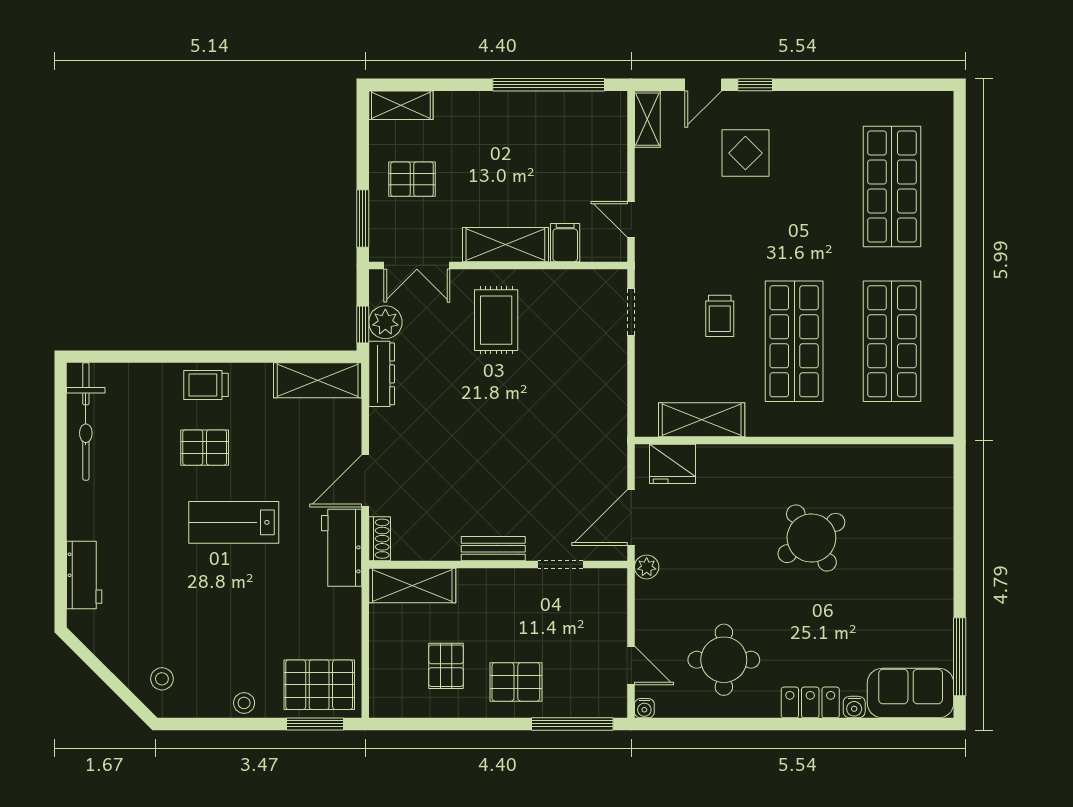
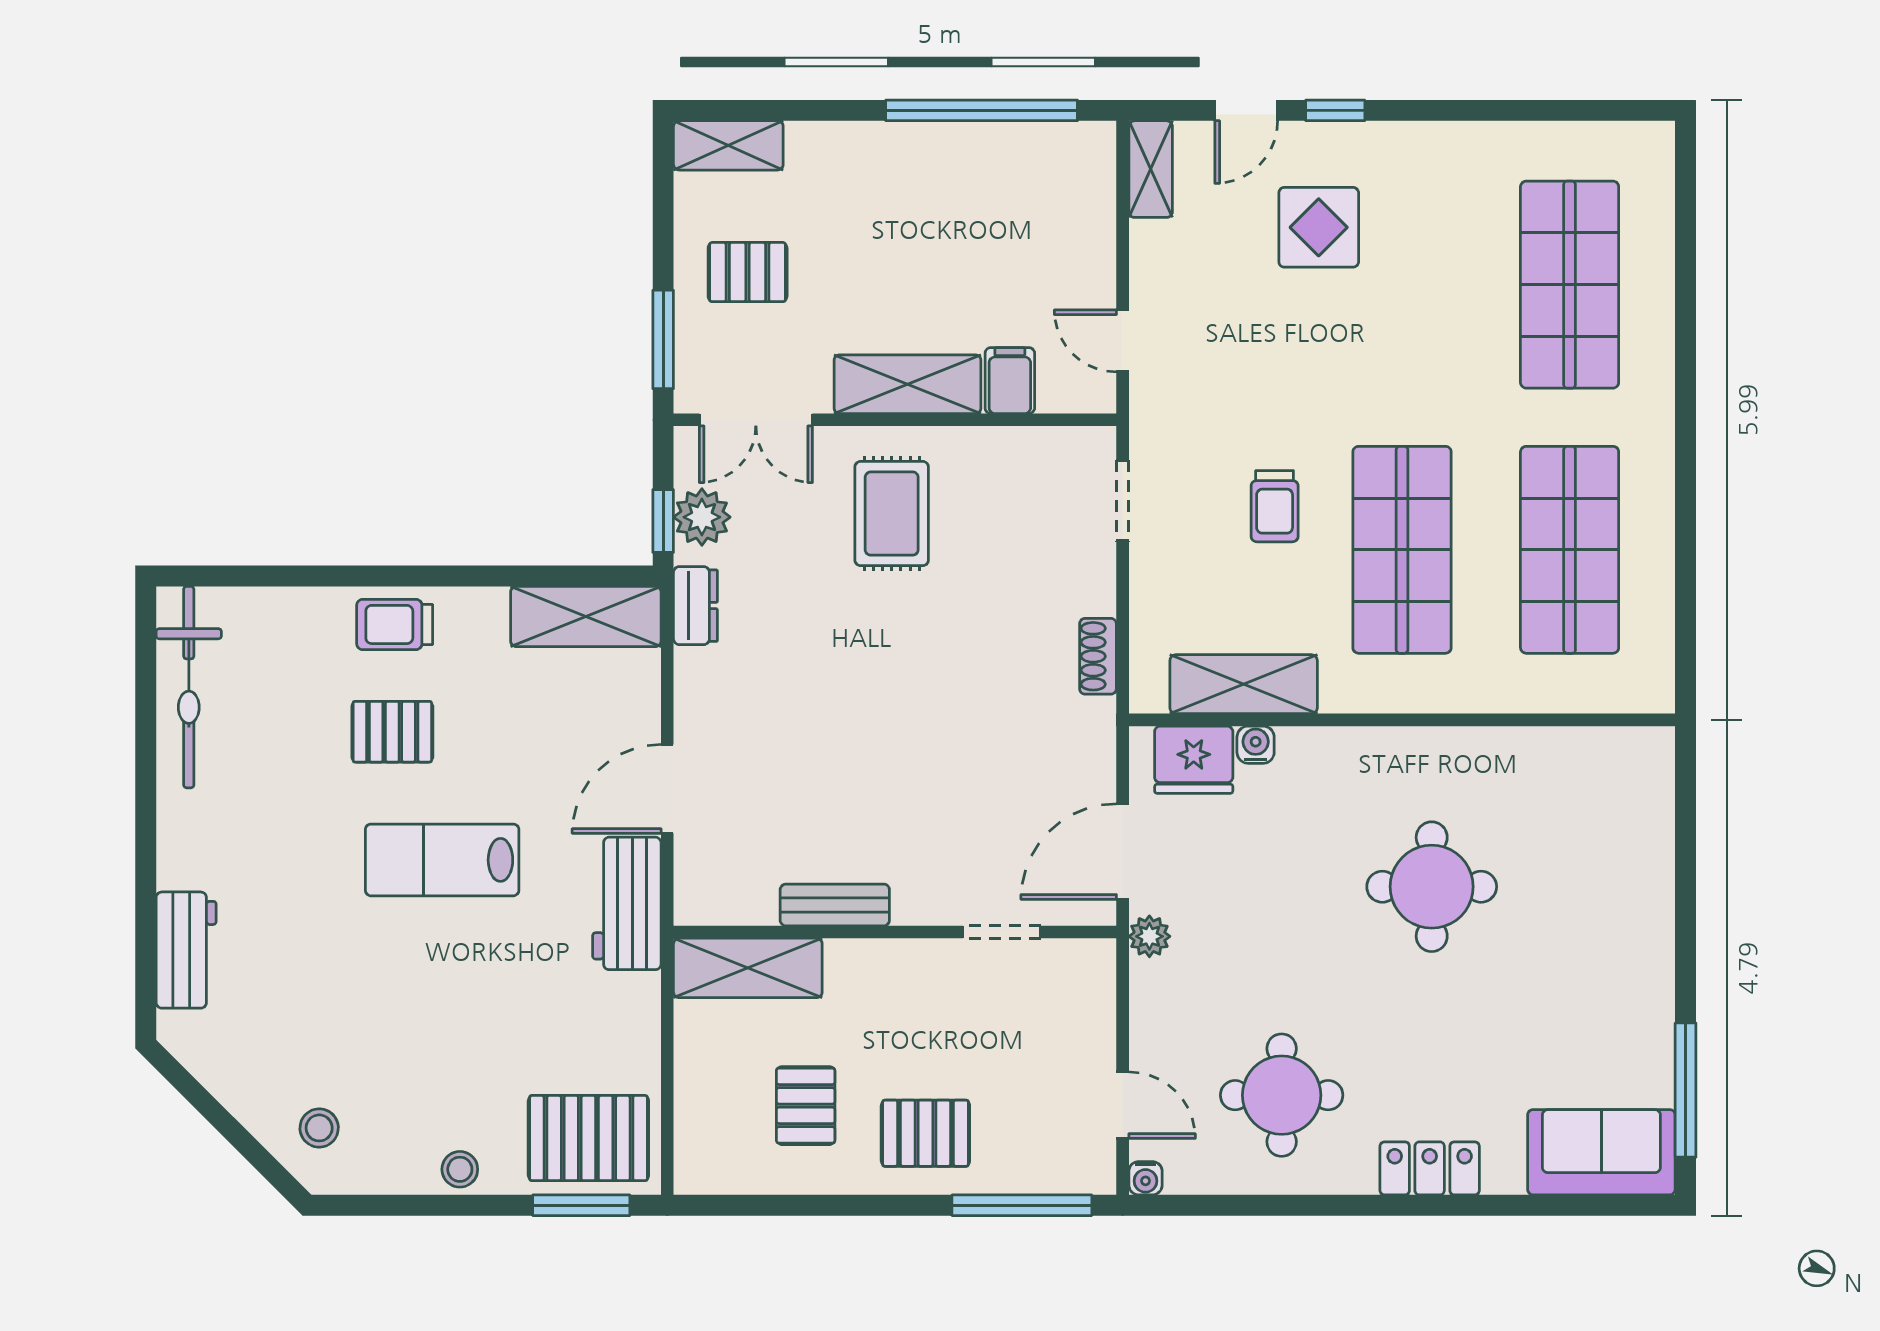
dresser: (382, 374) -> (695, 606), width x0.70
round table: (811, 538) -> (1432, 887), turned 33
shoe rack: (380, 539) -> (1098, 656), moved, turned 180
bench: (493, 549) -> (835, 905), moved
water cooler: (854, 707) -> (1256, 745), moved, turned 180

